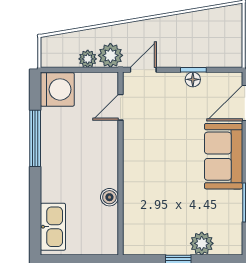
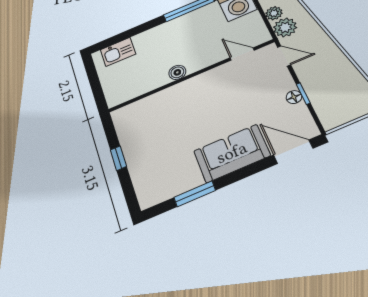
boiler: (109, 197) -> (177, 72), moved
kitchen sink: (53, 227) -> (118, 52), width x0.73
plant: (202, 243) -> (141, 171), removed

